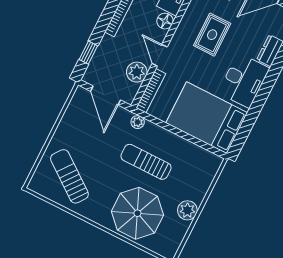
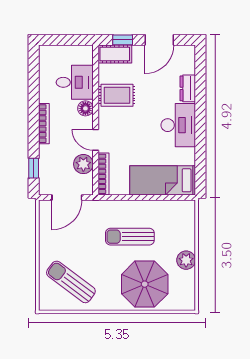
rug: (212, 35) -> (117, 95), moved, turned 90
door: (106, 96) -> (67, 197), hinge flipped
bed: (207, 118) -> (163, 180), width x0.67
plant: (138, 122) -> (106, 206), removed

